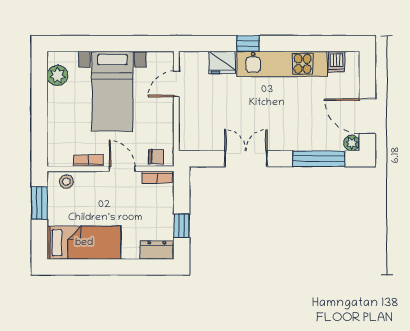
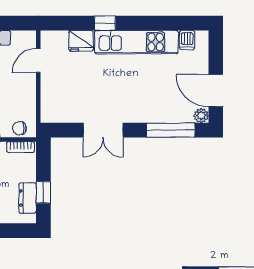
chair: (156, 157) -> (20, 128), turned 180
double door: (246, 159) -> (103, 130), swing flipped
dresser: (157, 250) -> (28, 198), moved, turned -90

